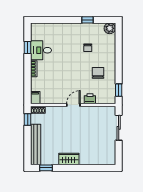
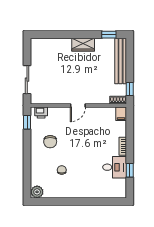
window: (88, 20) -> (62, 201), removed
printer: (90, 99) -> (41, 112), moved

